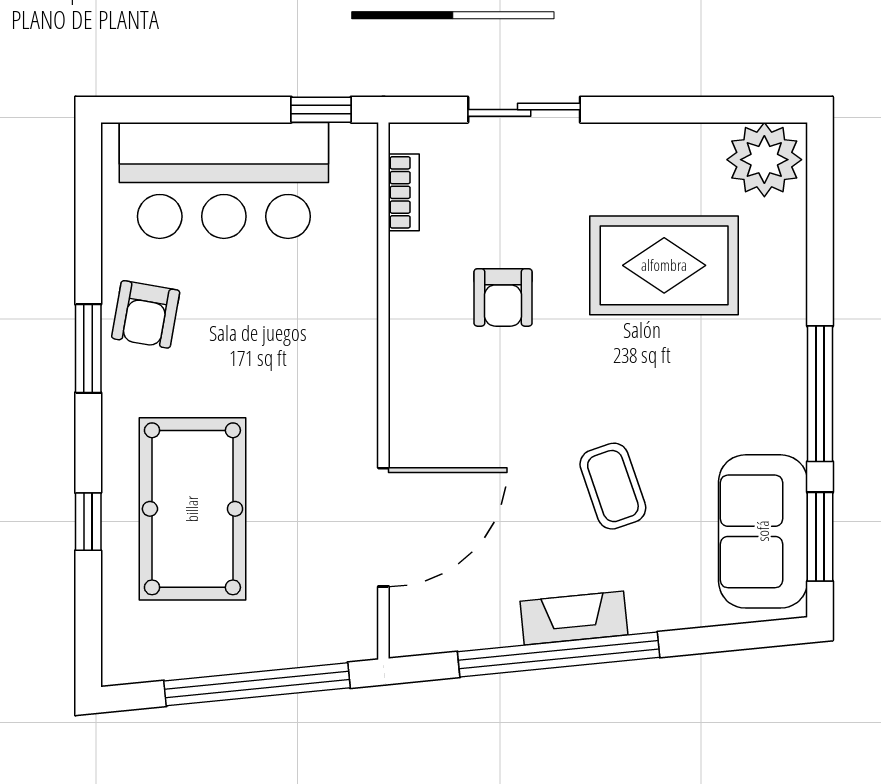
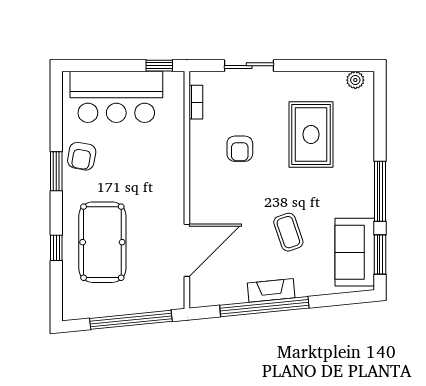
plant: (764, 160) -> (355, 80), width x0.53, depth x0.53
rug: (664, 265) -> (311, 134), turned 90

